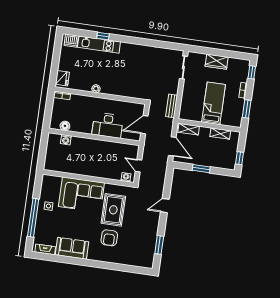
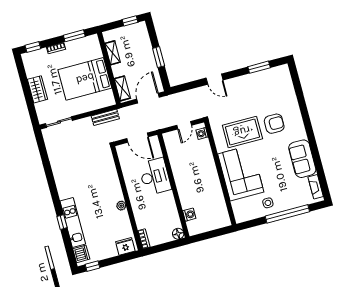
window: (58, 45) -> (93, 266), added
bed: (213, 103) -> (85, 79), width x1.50
floor lamp: (65, 126) -> (178, 234), moved

